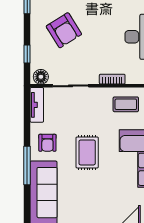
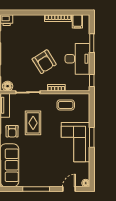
armchair: (64, 30) -> (44, 62), moved
rug: (87, 152) -> (33, 123), moved

